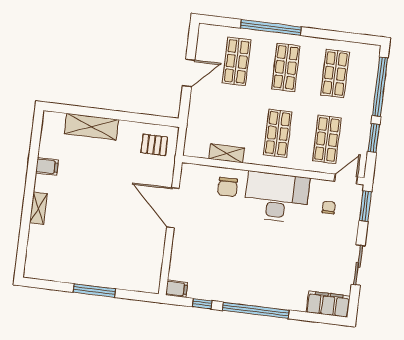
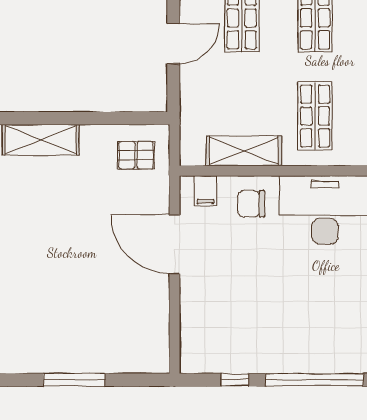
shelving: (227, 153) -> (244, 151), width x1.50, depth x1.33
chair: (228, 187) -> (251, 204), turned 91
filing cabinet: (177, 289) -> (206, 191), moved, turned 90

